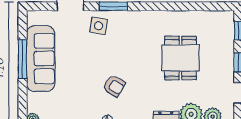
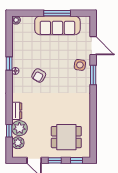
dining table: (180, 58) -> (66, 137), moved

